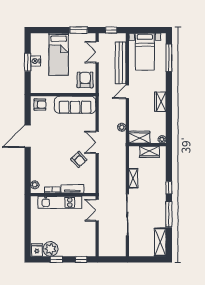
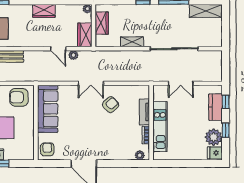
door: (127, 92) -> (58, 49), moved
double door: (97, 210) -> (181, 83), moved
kitchen counter: (77, 251) -> (215, 107), added

